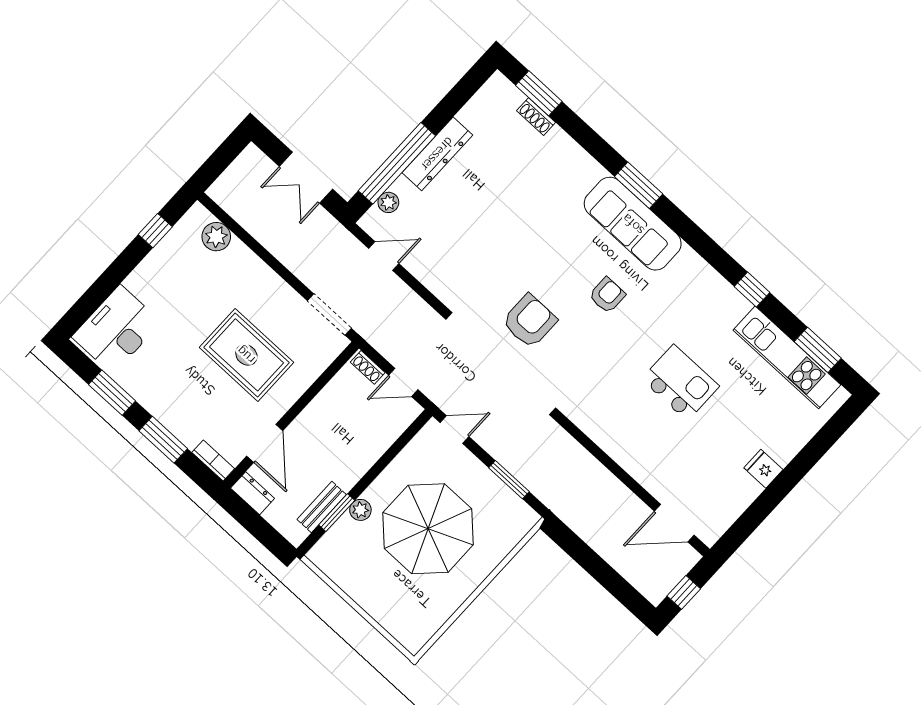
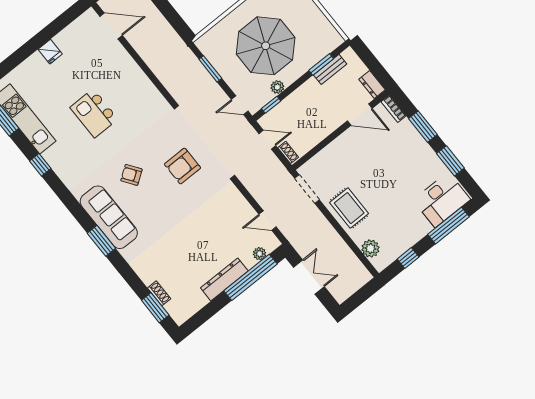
window: (100, 291) -> (449, 226), added
armchair: (607, 295) -> (131, 175), turned 55
rug: (246, 355) -> (349, 208), moved, width x0.73, depth x0.70
window: (405, 438) -> (271, 105), added
door: (265, 443) -> (360, 115), swing flipped
plant: (360, 510) -> (277, 87), moved

